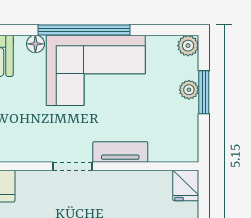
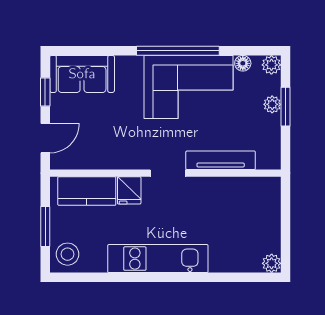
floor lamp: (35, 44) -> (243, 63), moved
tv unit: (120, 152) -> (221, 160), width x1.41
fridge: (186, 185) -> (129, 190), moved

